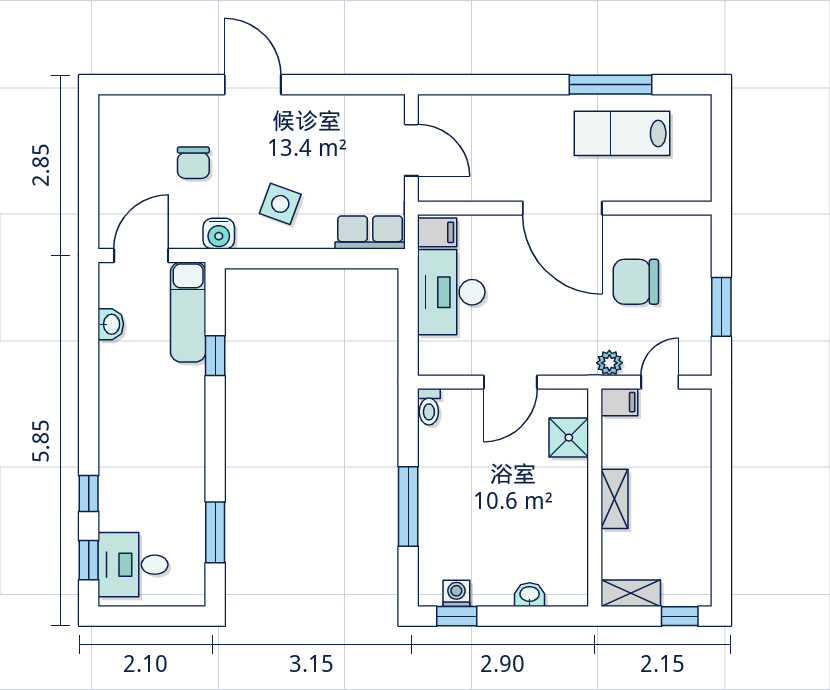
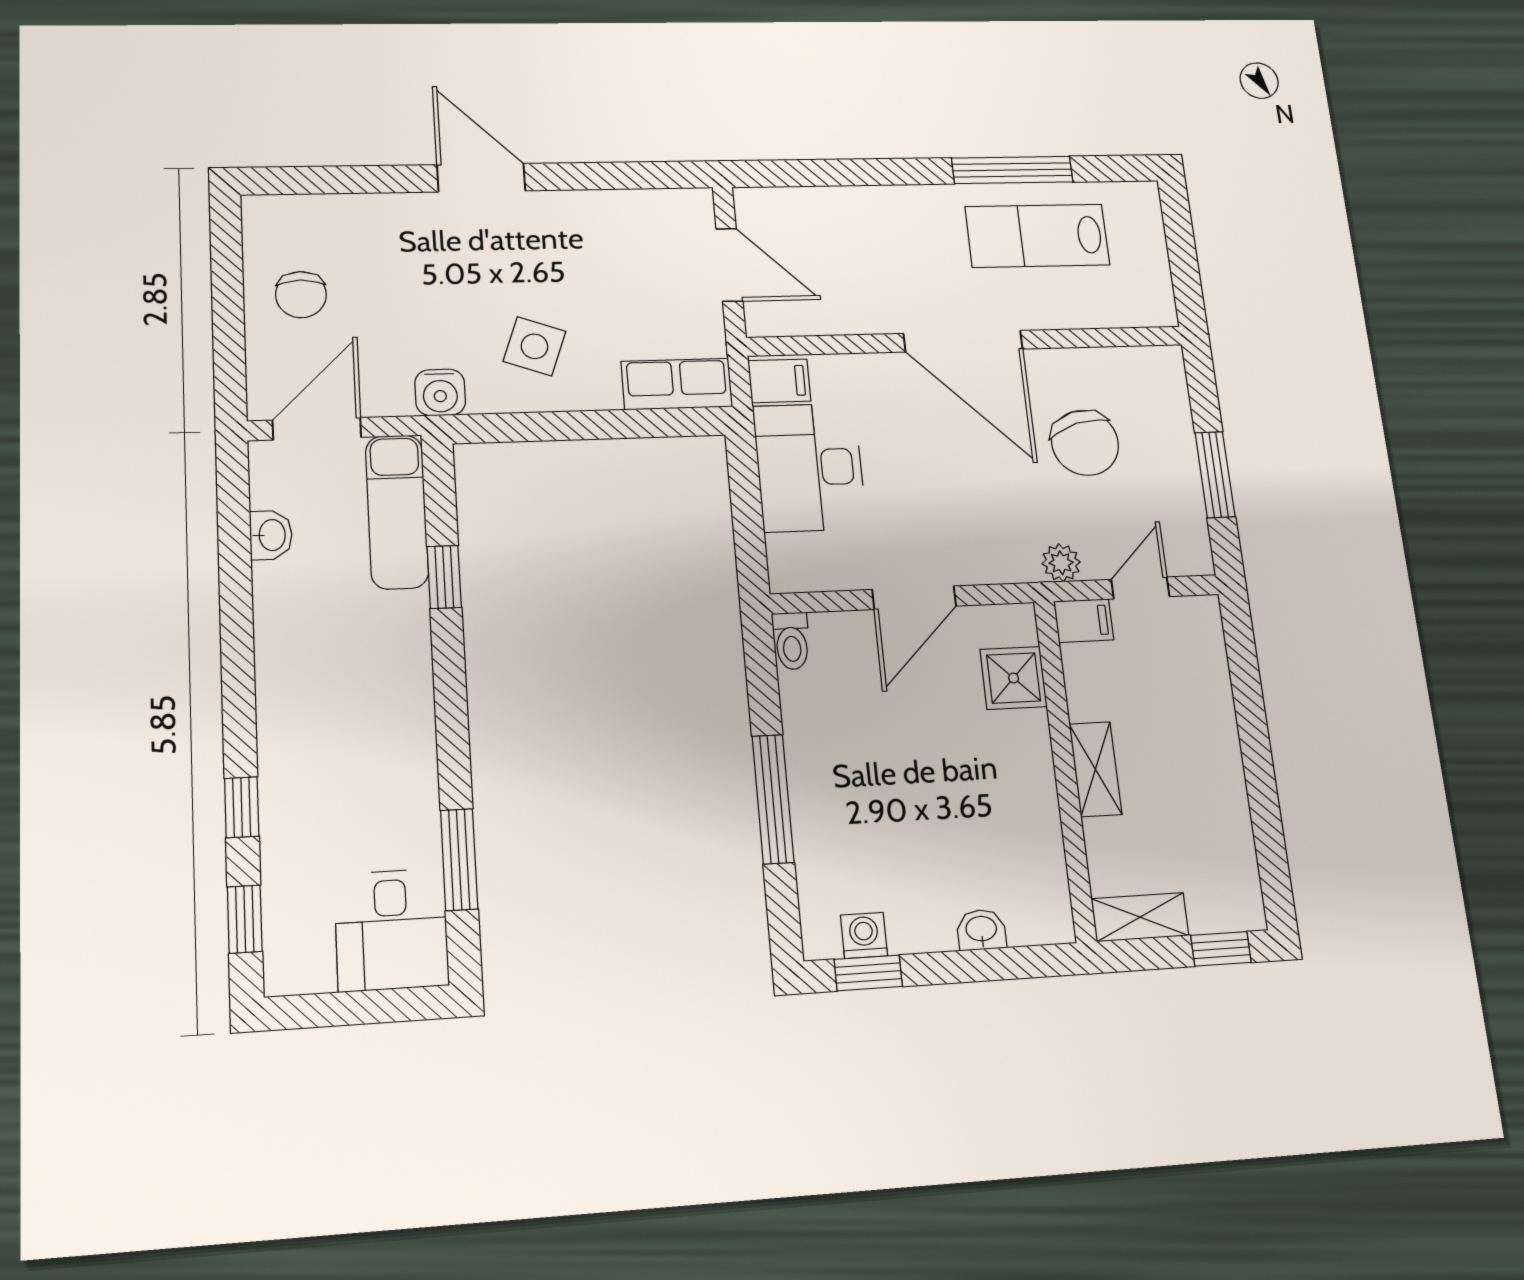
chair: (193, 163) -> (301, 295), moved
chair: (636, 282) -> (1085, 443), turned -106
desk: (133, 565) -> (391, 930), moved, turned -90

